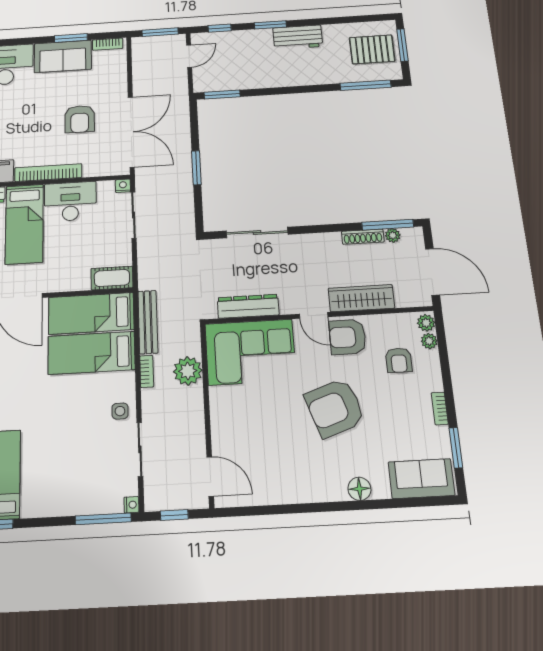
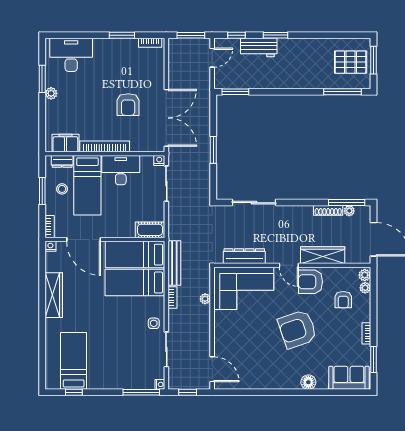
workbench: (298, 37) -> (259, 47), moved
sofa: (63, 56) -> (115, 51), removed
plant: (188, 371) -> (205, 299), width x0.53, depth x0.53

